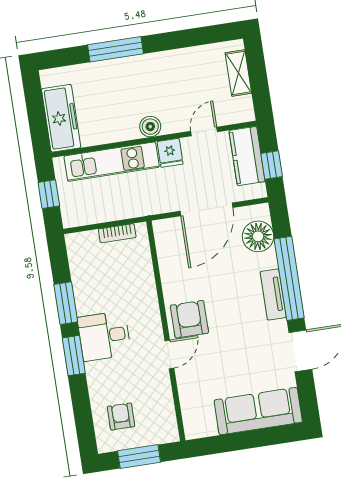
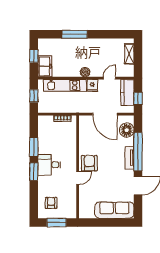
window: (36, 109) -> (34, 56), added
freezer: (61, 118) -> (45, 66), width x0.71
door: (206, 209) -> (105, 114), hinge flipped

